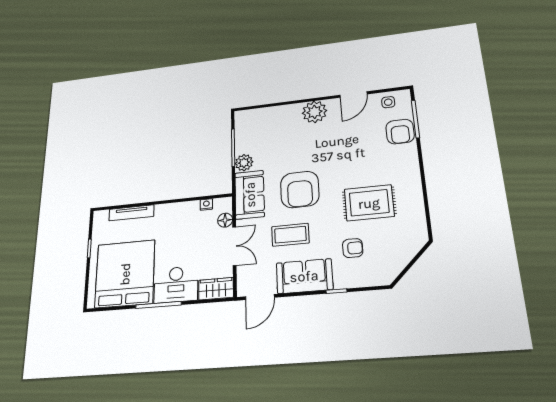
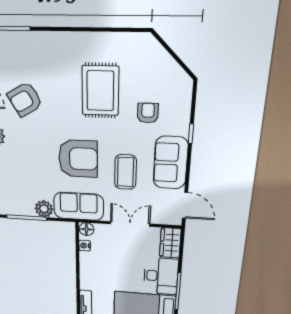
armchair: (400, 132) -> (25, 99), moved, turned 150
floor lamp: (225, 220) -> (86, 229), moved

